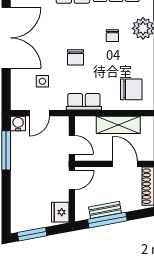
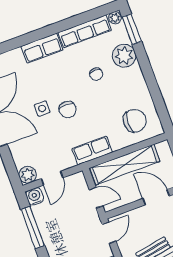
side table: (42, 81) -> (42, 108), moved
plant: (19, 102) -> (28, 175), added
shelving: (118, 125) -> (125, 165), width x1.47

